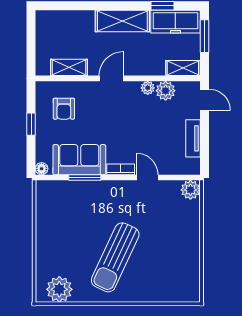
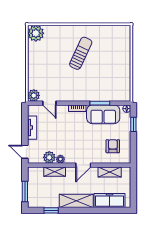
freezer: (175, 22) -> (109, 201), moved
shelving: (183, 68) -> (55, 172), moved
window: (31, 124) -> (133, 124), moved
door: (147, 178) -> (49, 103), moved
sun lounger: (115, 257) -> (81, 53), width x0.73, depth x0.75
plant: (59, 289) -> (36, 33), moved

